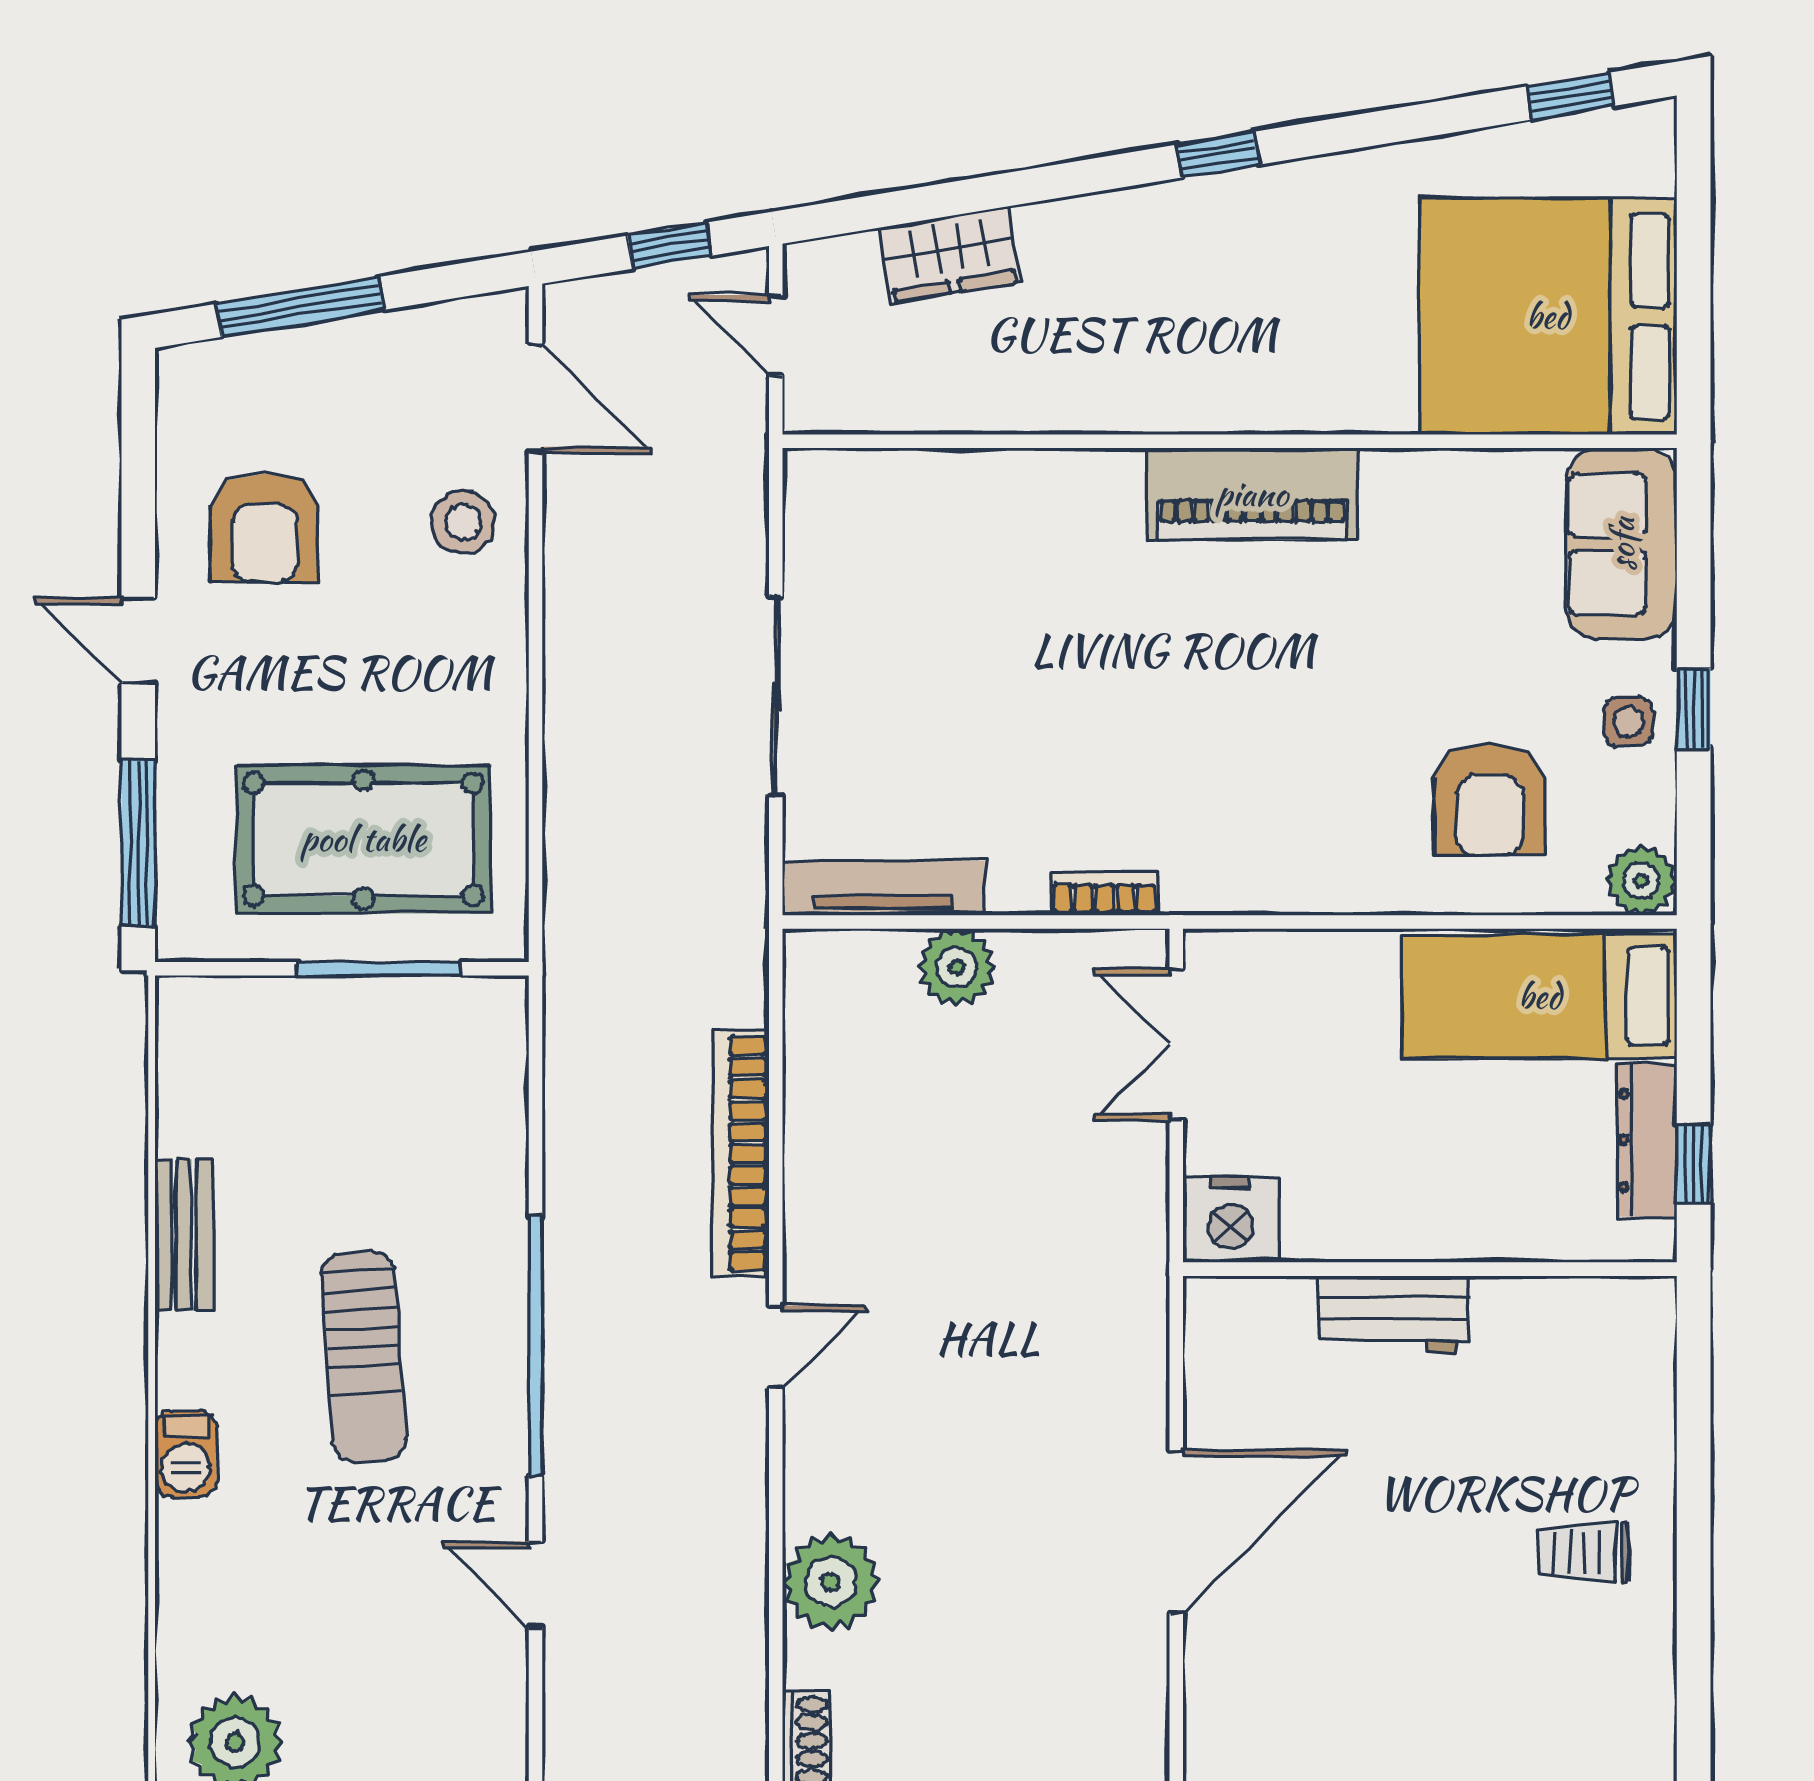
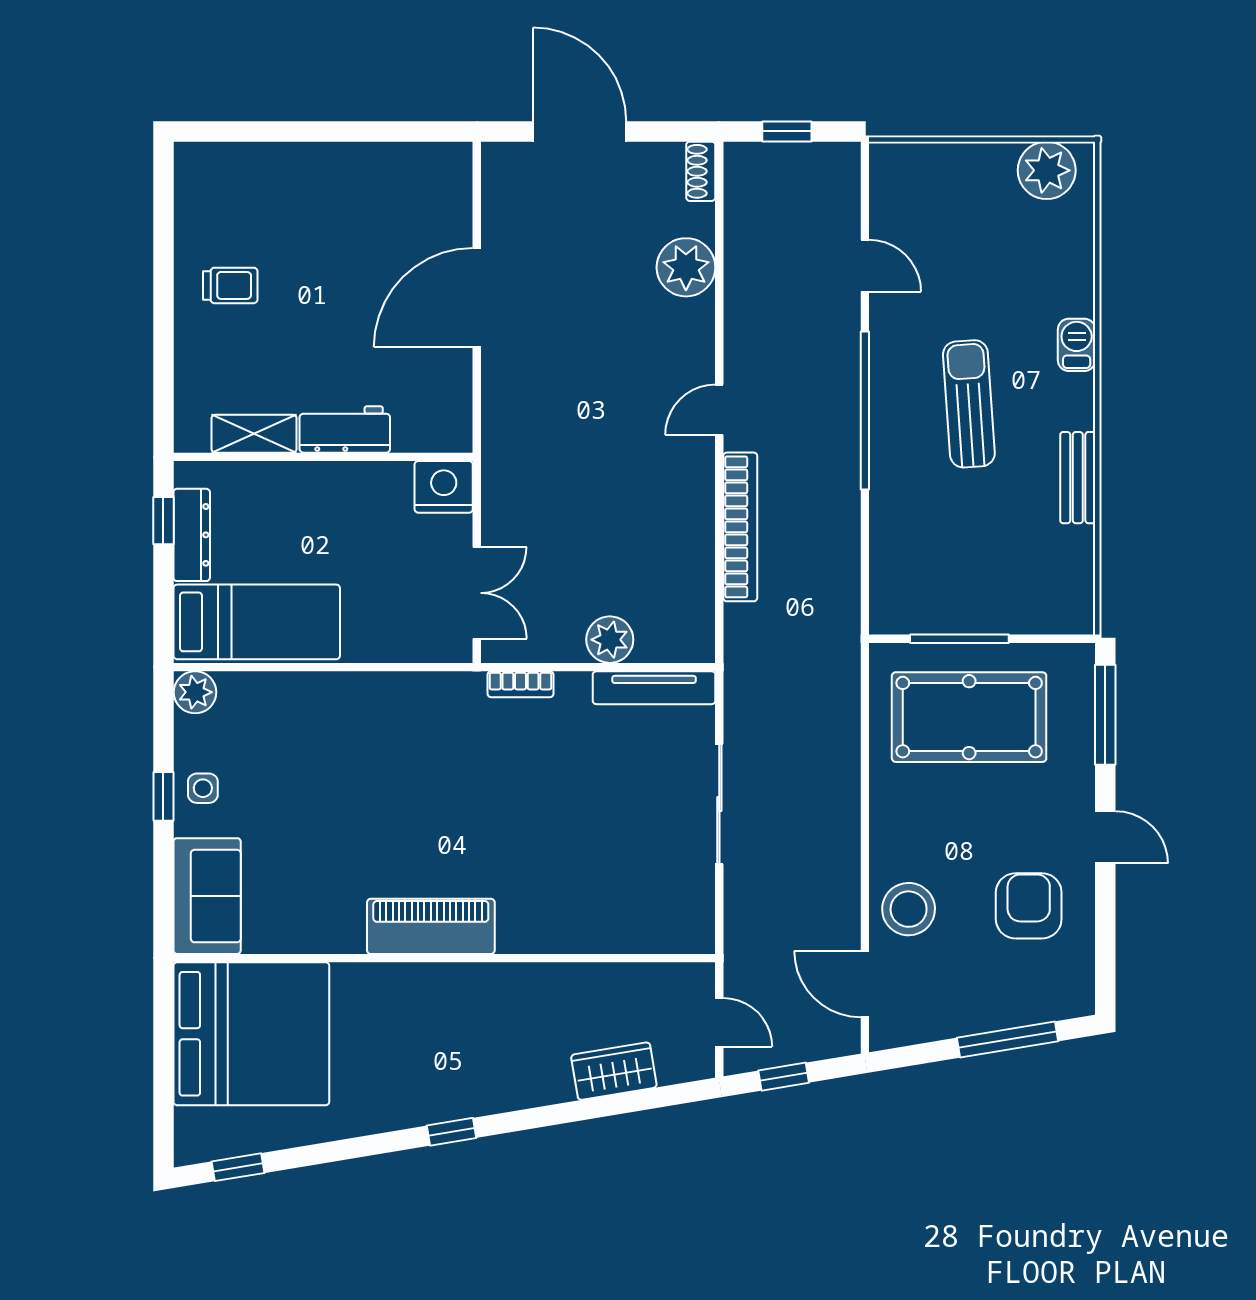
stool: (463, 522) -> (909, 909), width x1.38, depth x1.38
armchair: (1490, 800) -> (287, 741), removed
shelving: (1544, 1307) -> (254, 434), added

